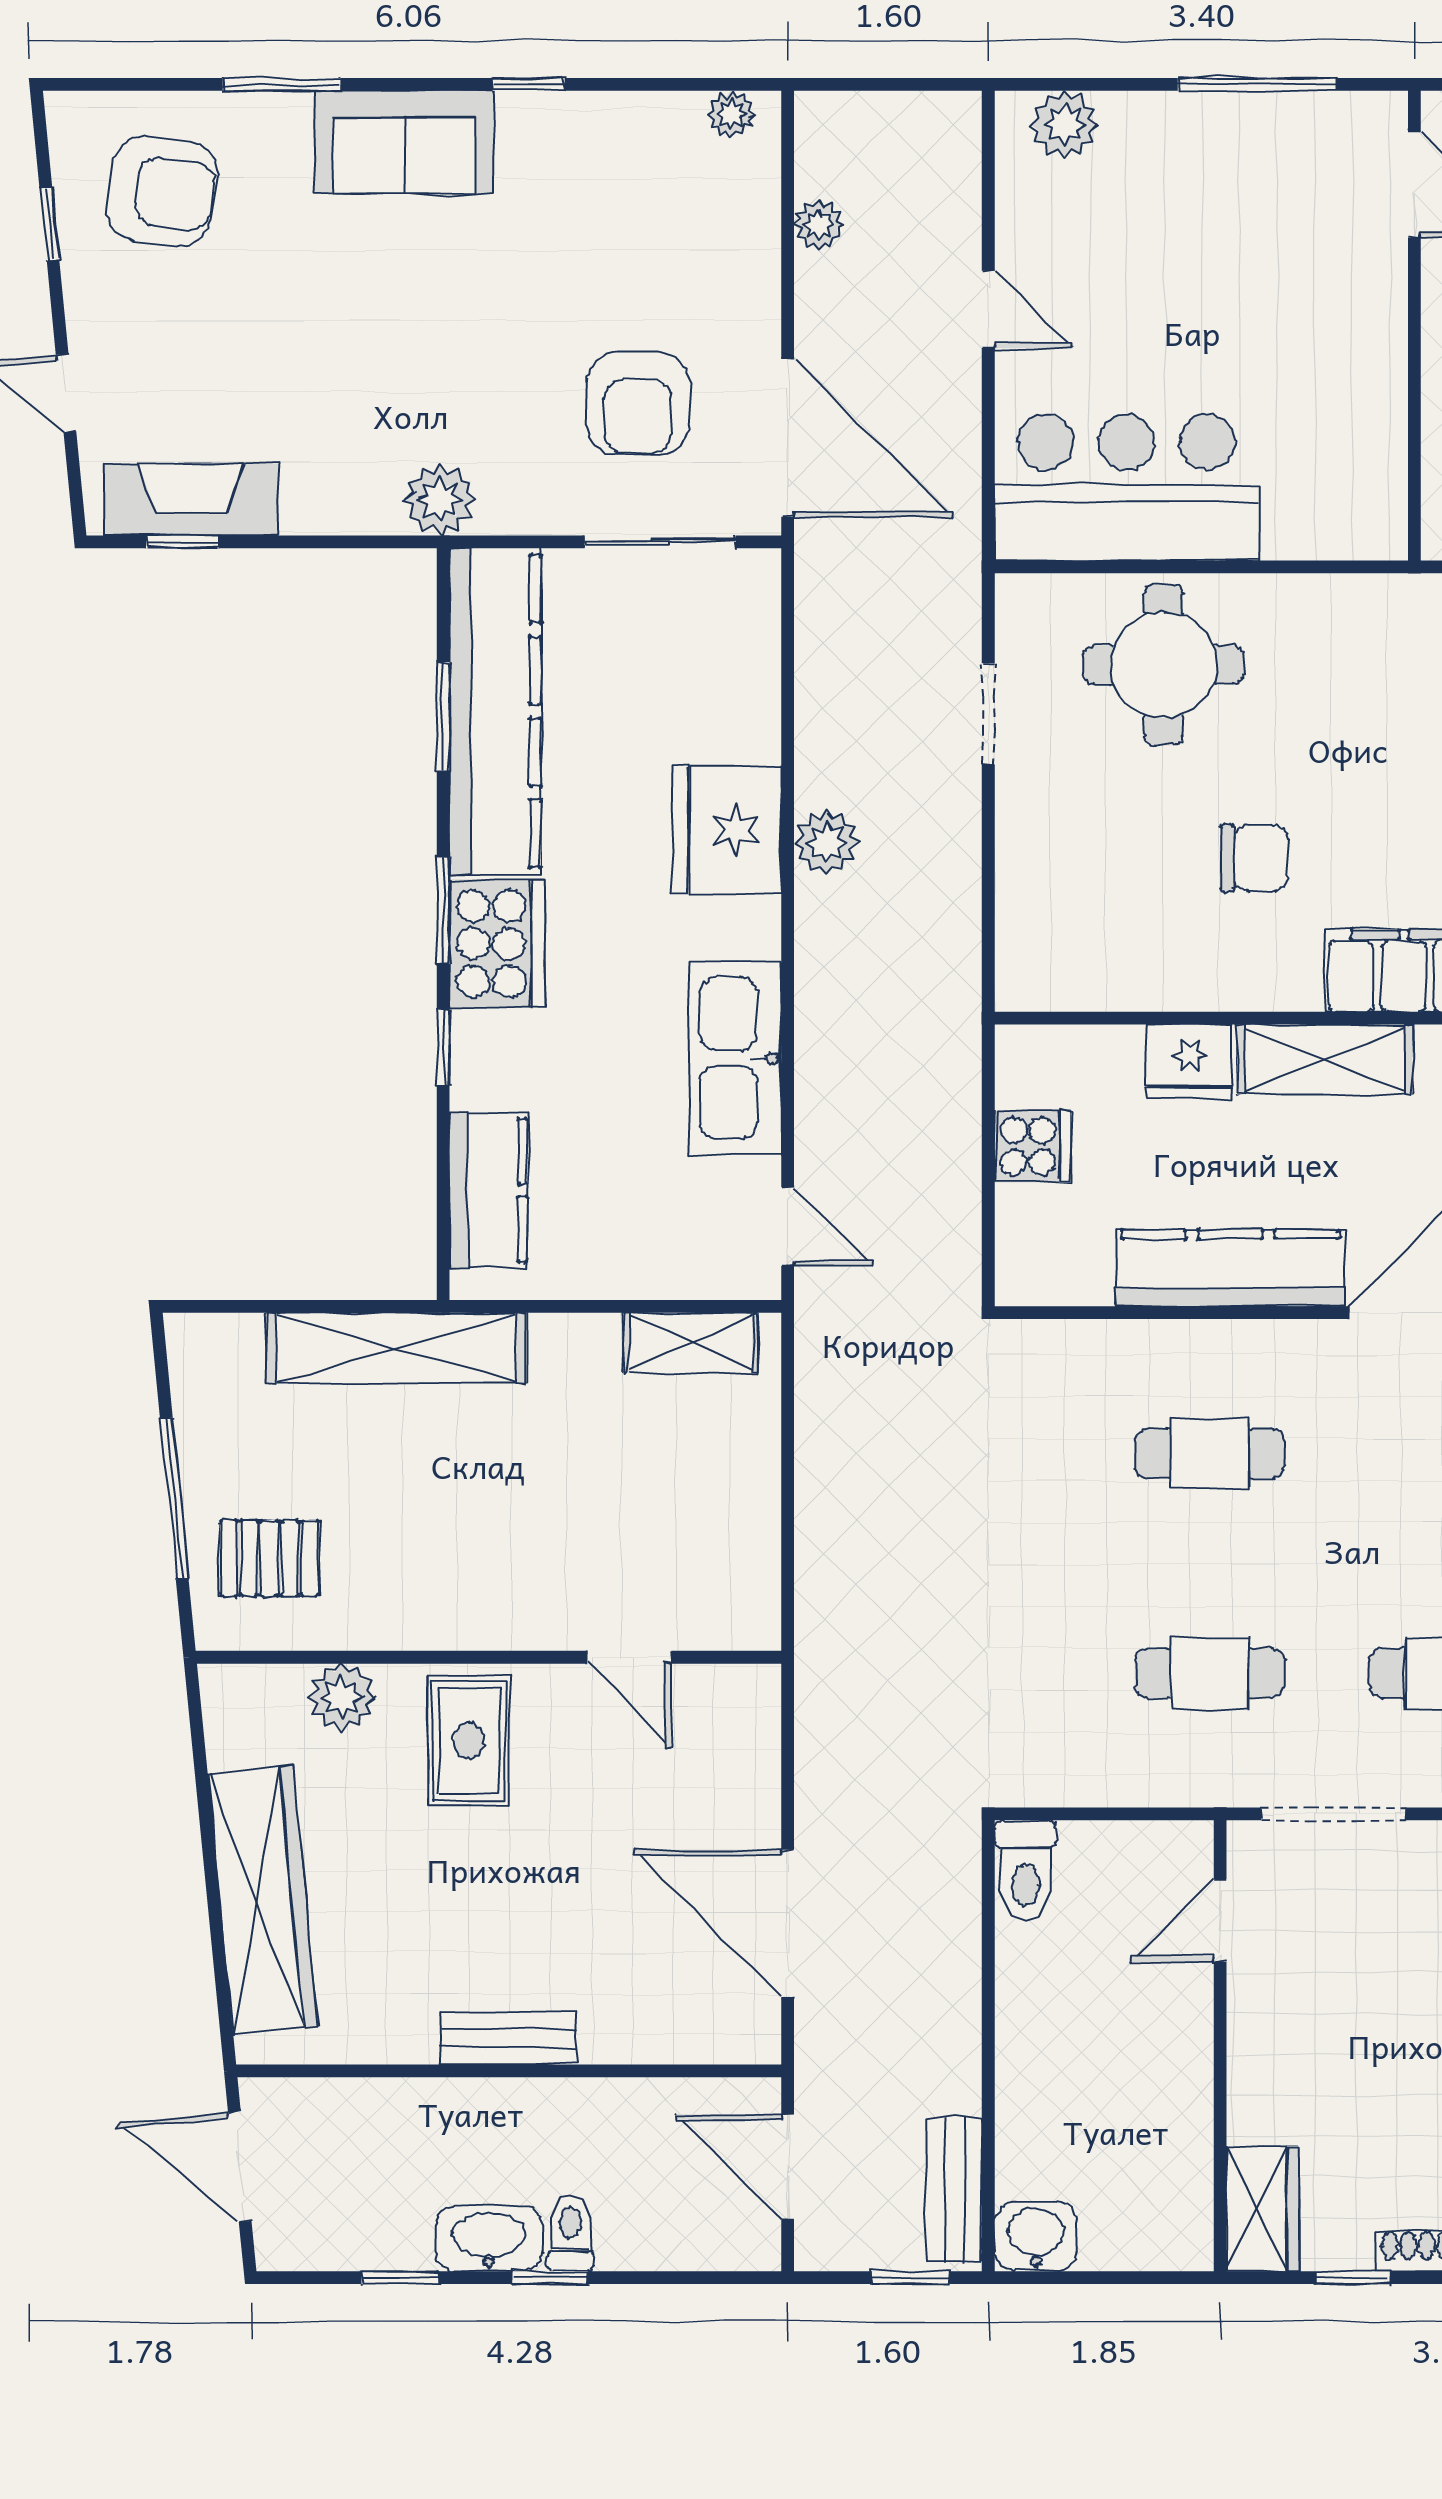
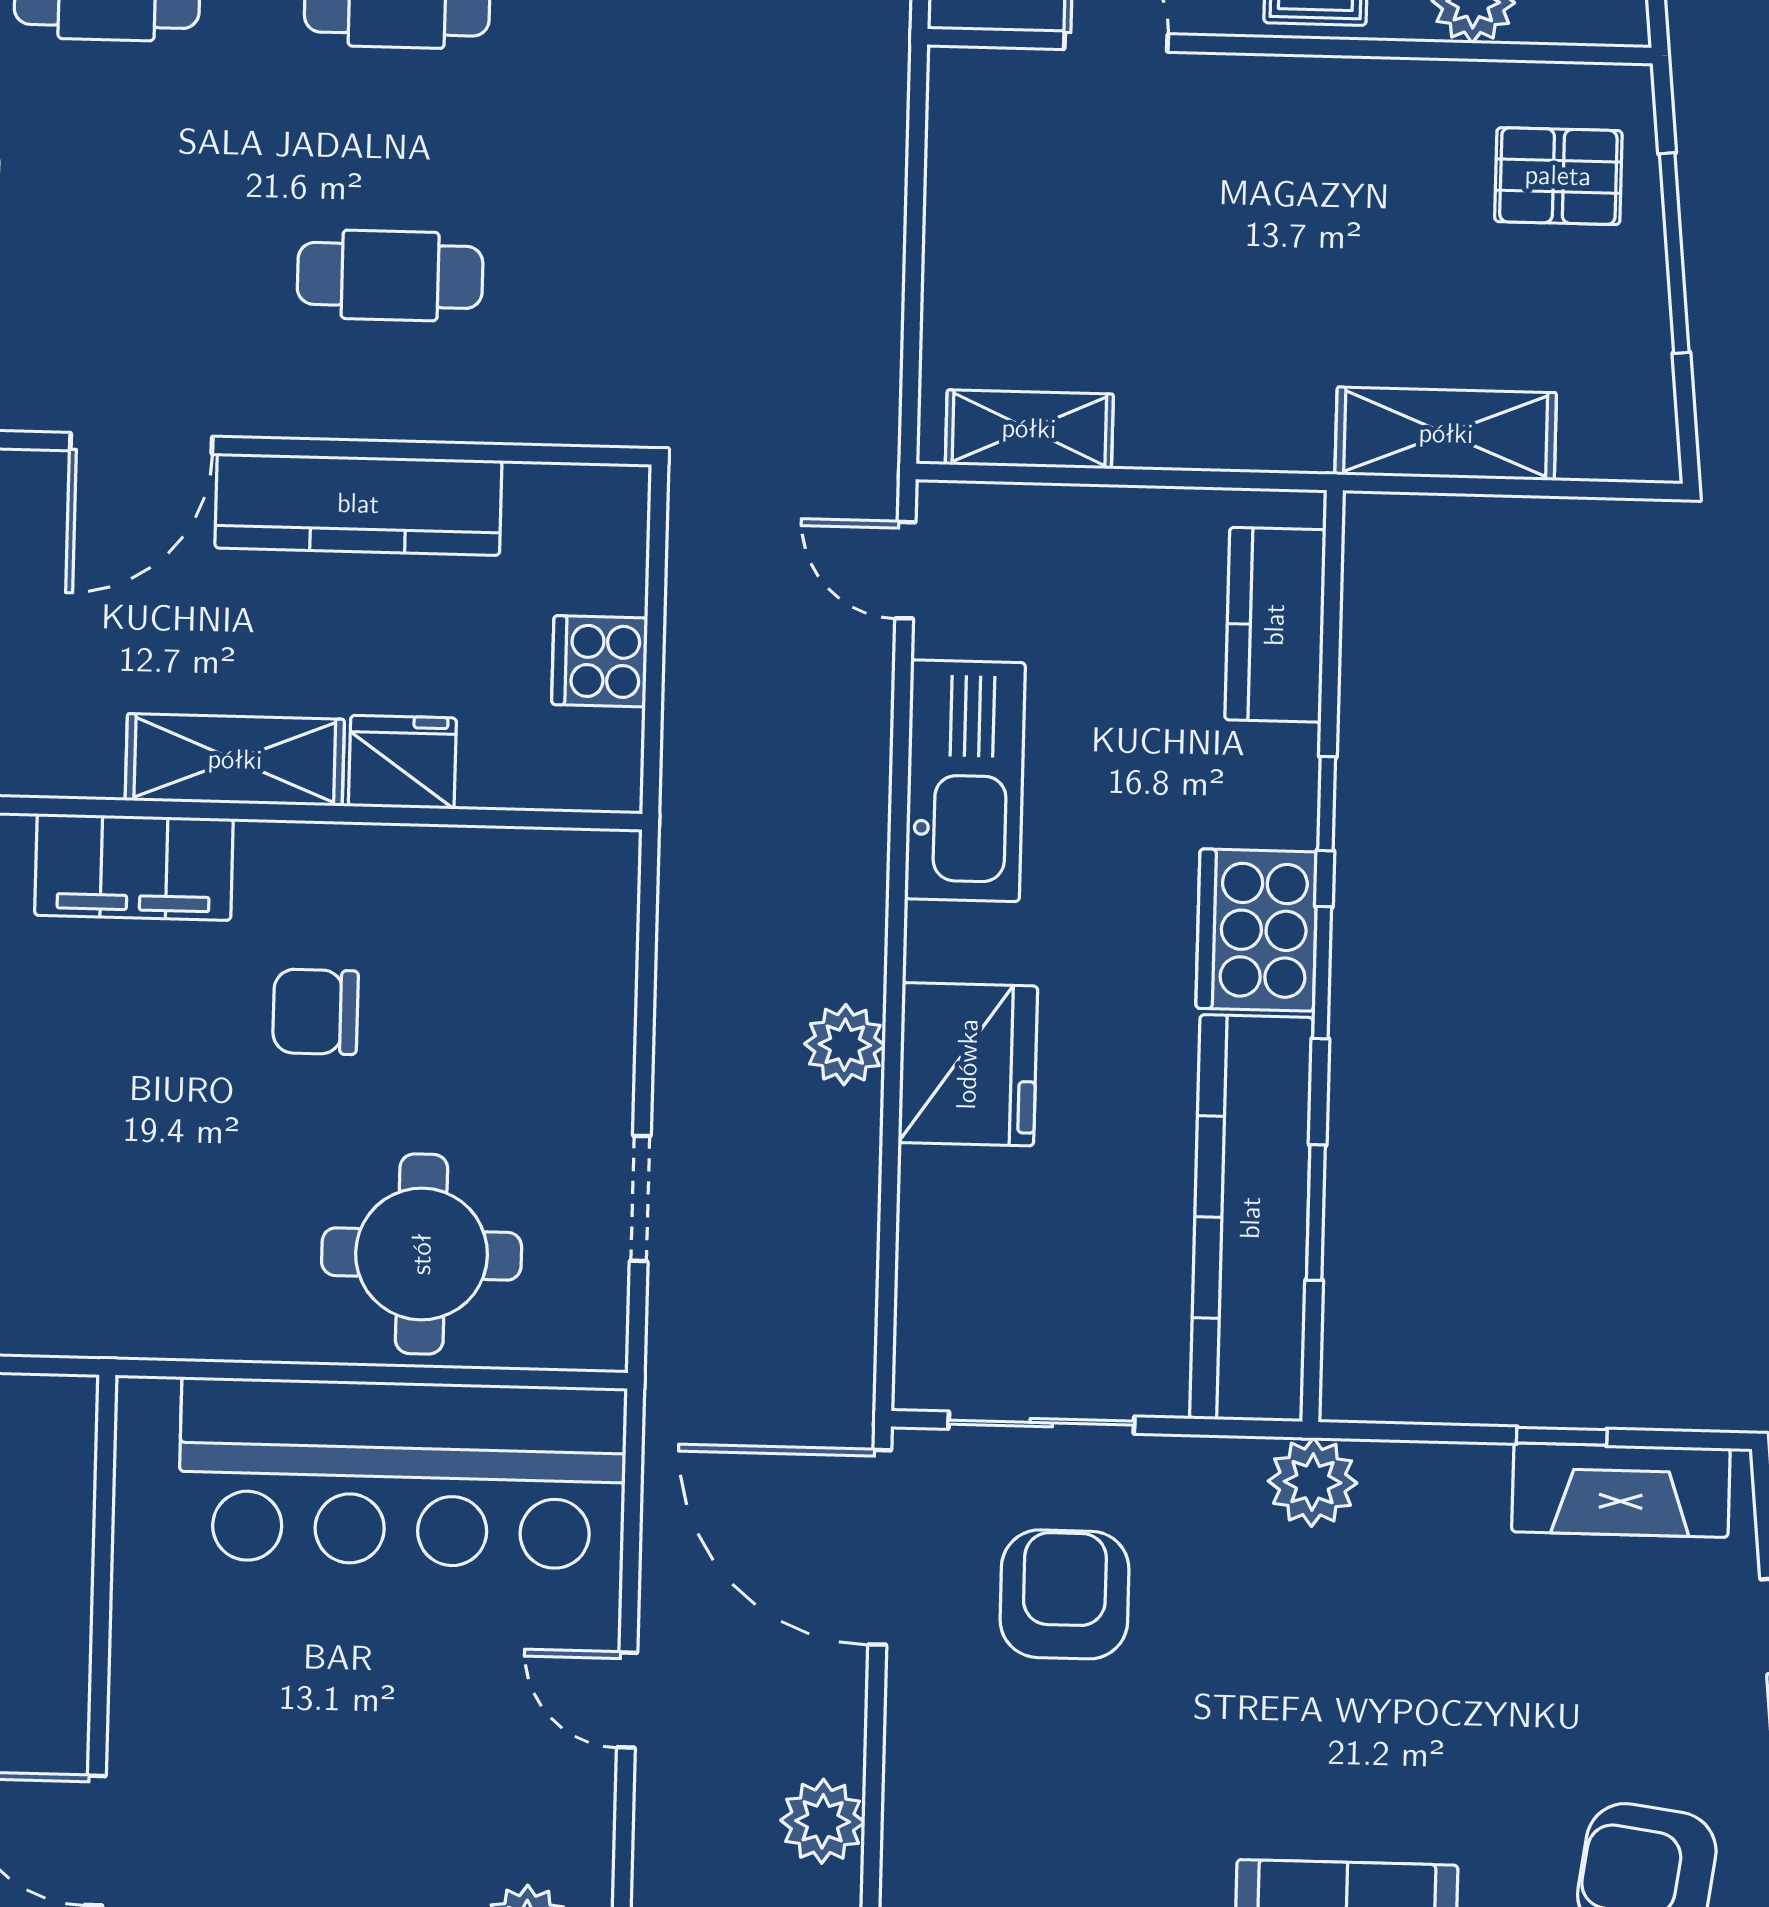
plant: (819, 225) -> (823, 1821), width x1.38, depth x1.38
bar counter: (1126, 487) -> (402, 1473), width x1.36
window: (182, 542) -> (1562, 1436), moved
shelving: (396, 1348) -> (1446, 434), width x0.68

